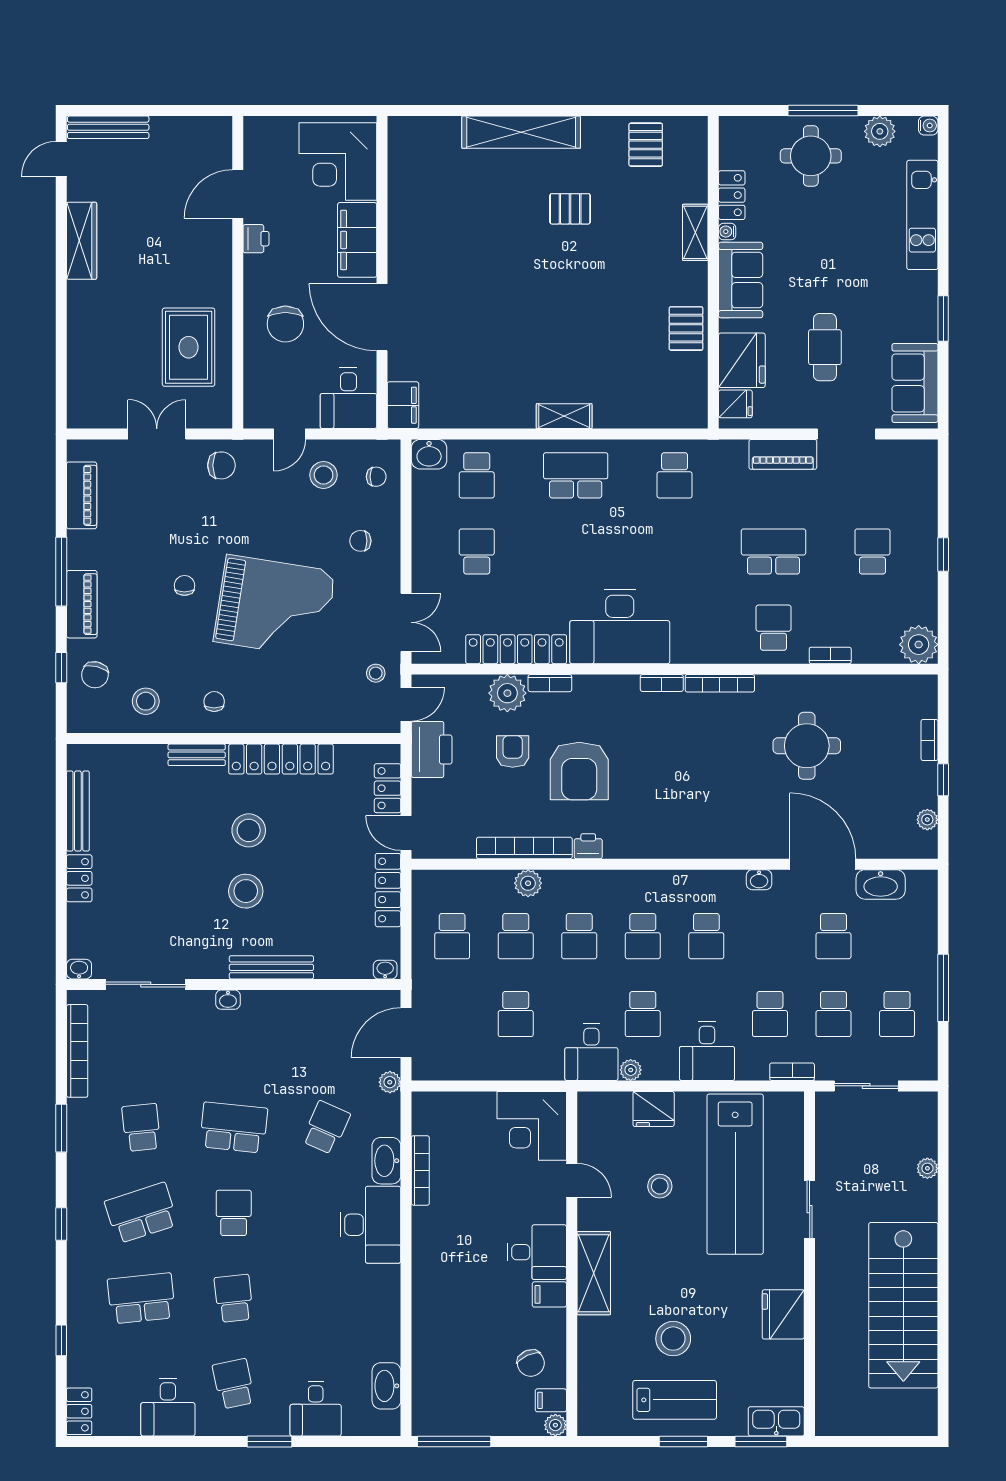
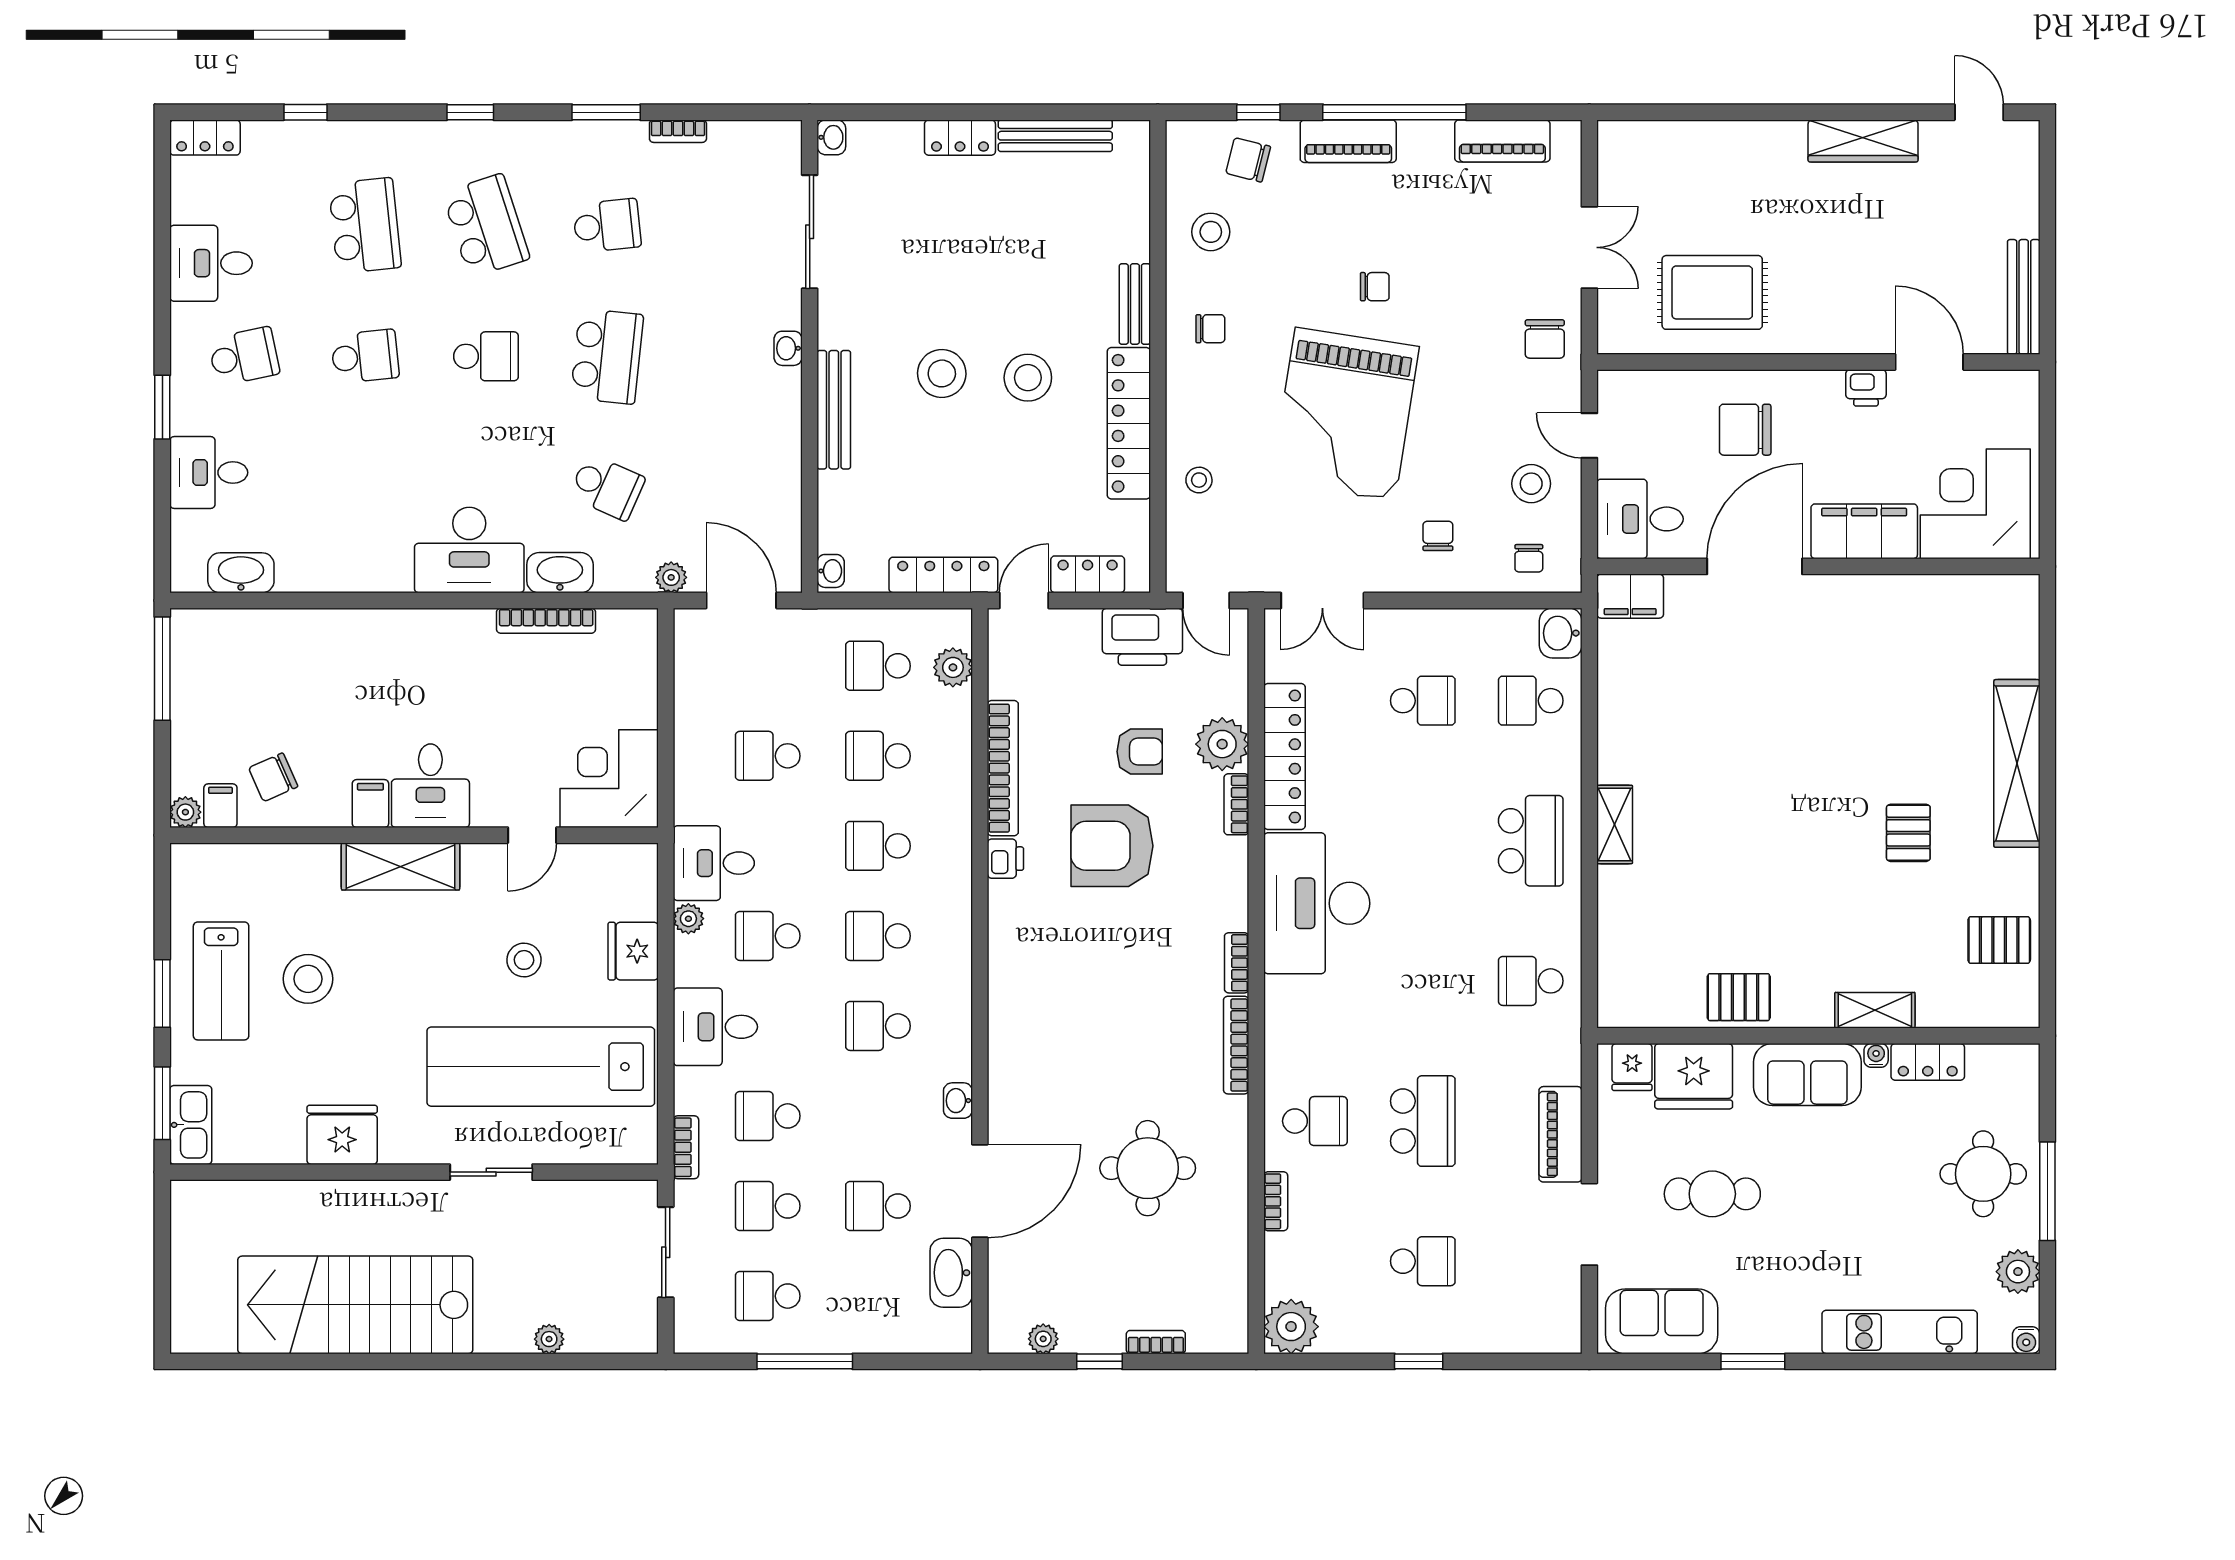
bench: (108, 127) -> (2024, 297), moved
window: (61, 572) -> (1394, 112), width x1.46
stool: (376, 673) -> (1199, 480), moved
plant: (528, 883) -> (953, 667), moved
bookcase: (77, 1051) -> (678, 131), width x0.43, depth x0.76

